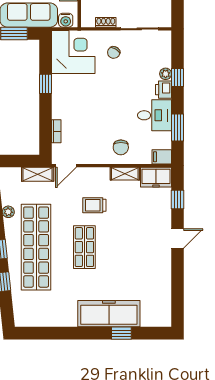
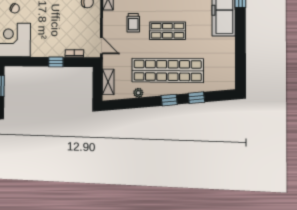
window: (45, 84) -> (56, 62), moved
shelving: (38, 174) -> (108, 82), moved

